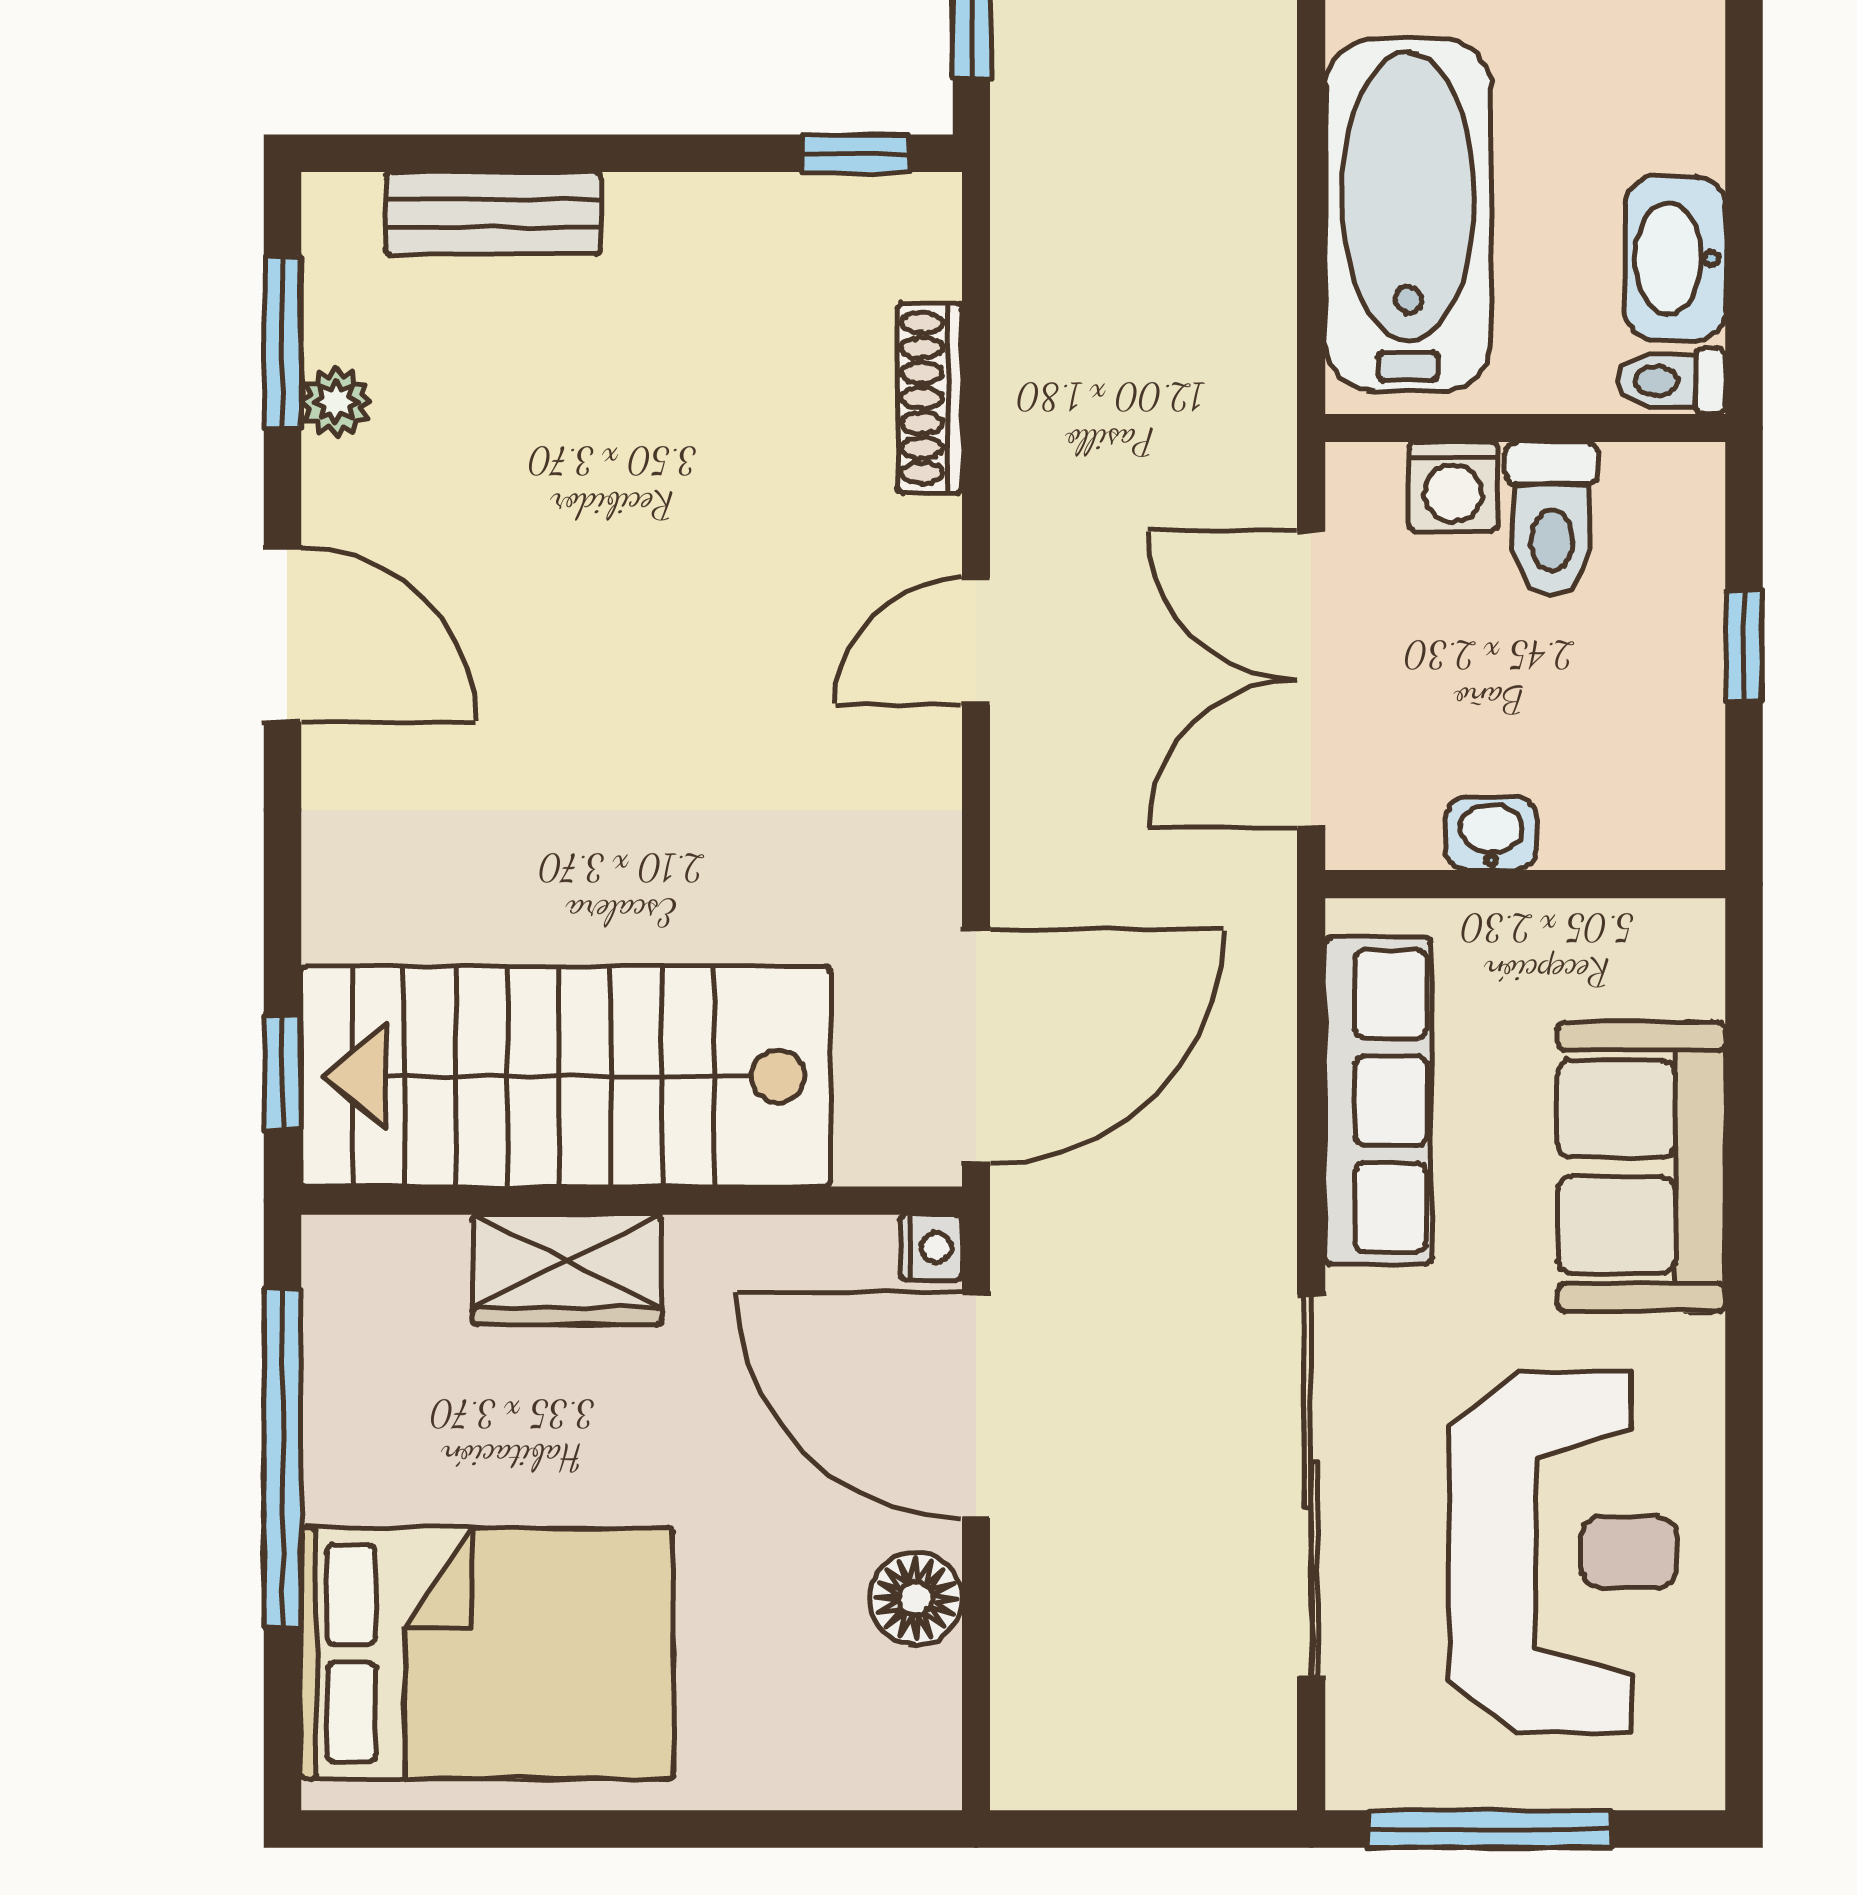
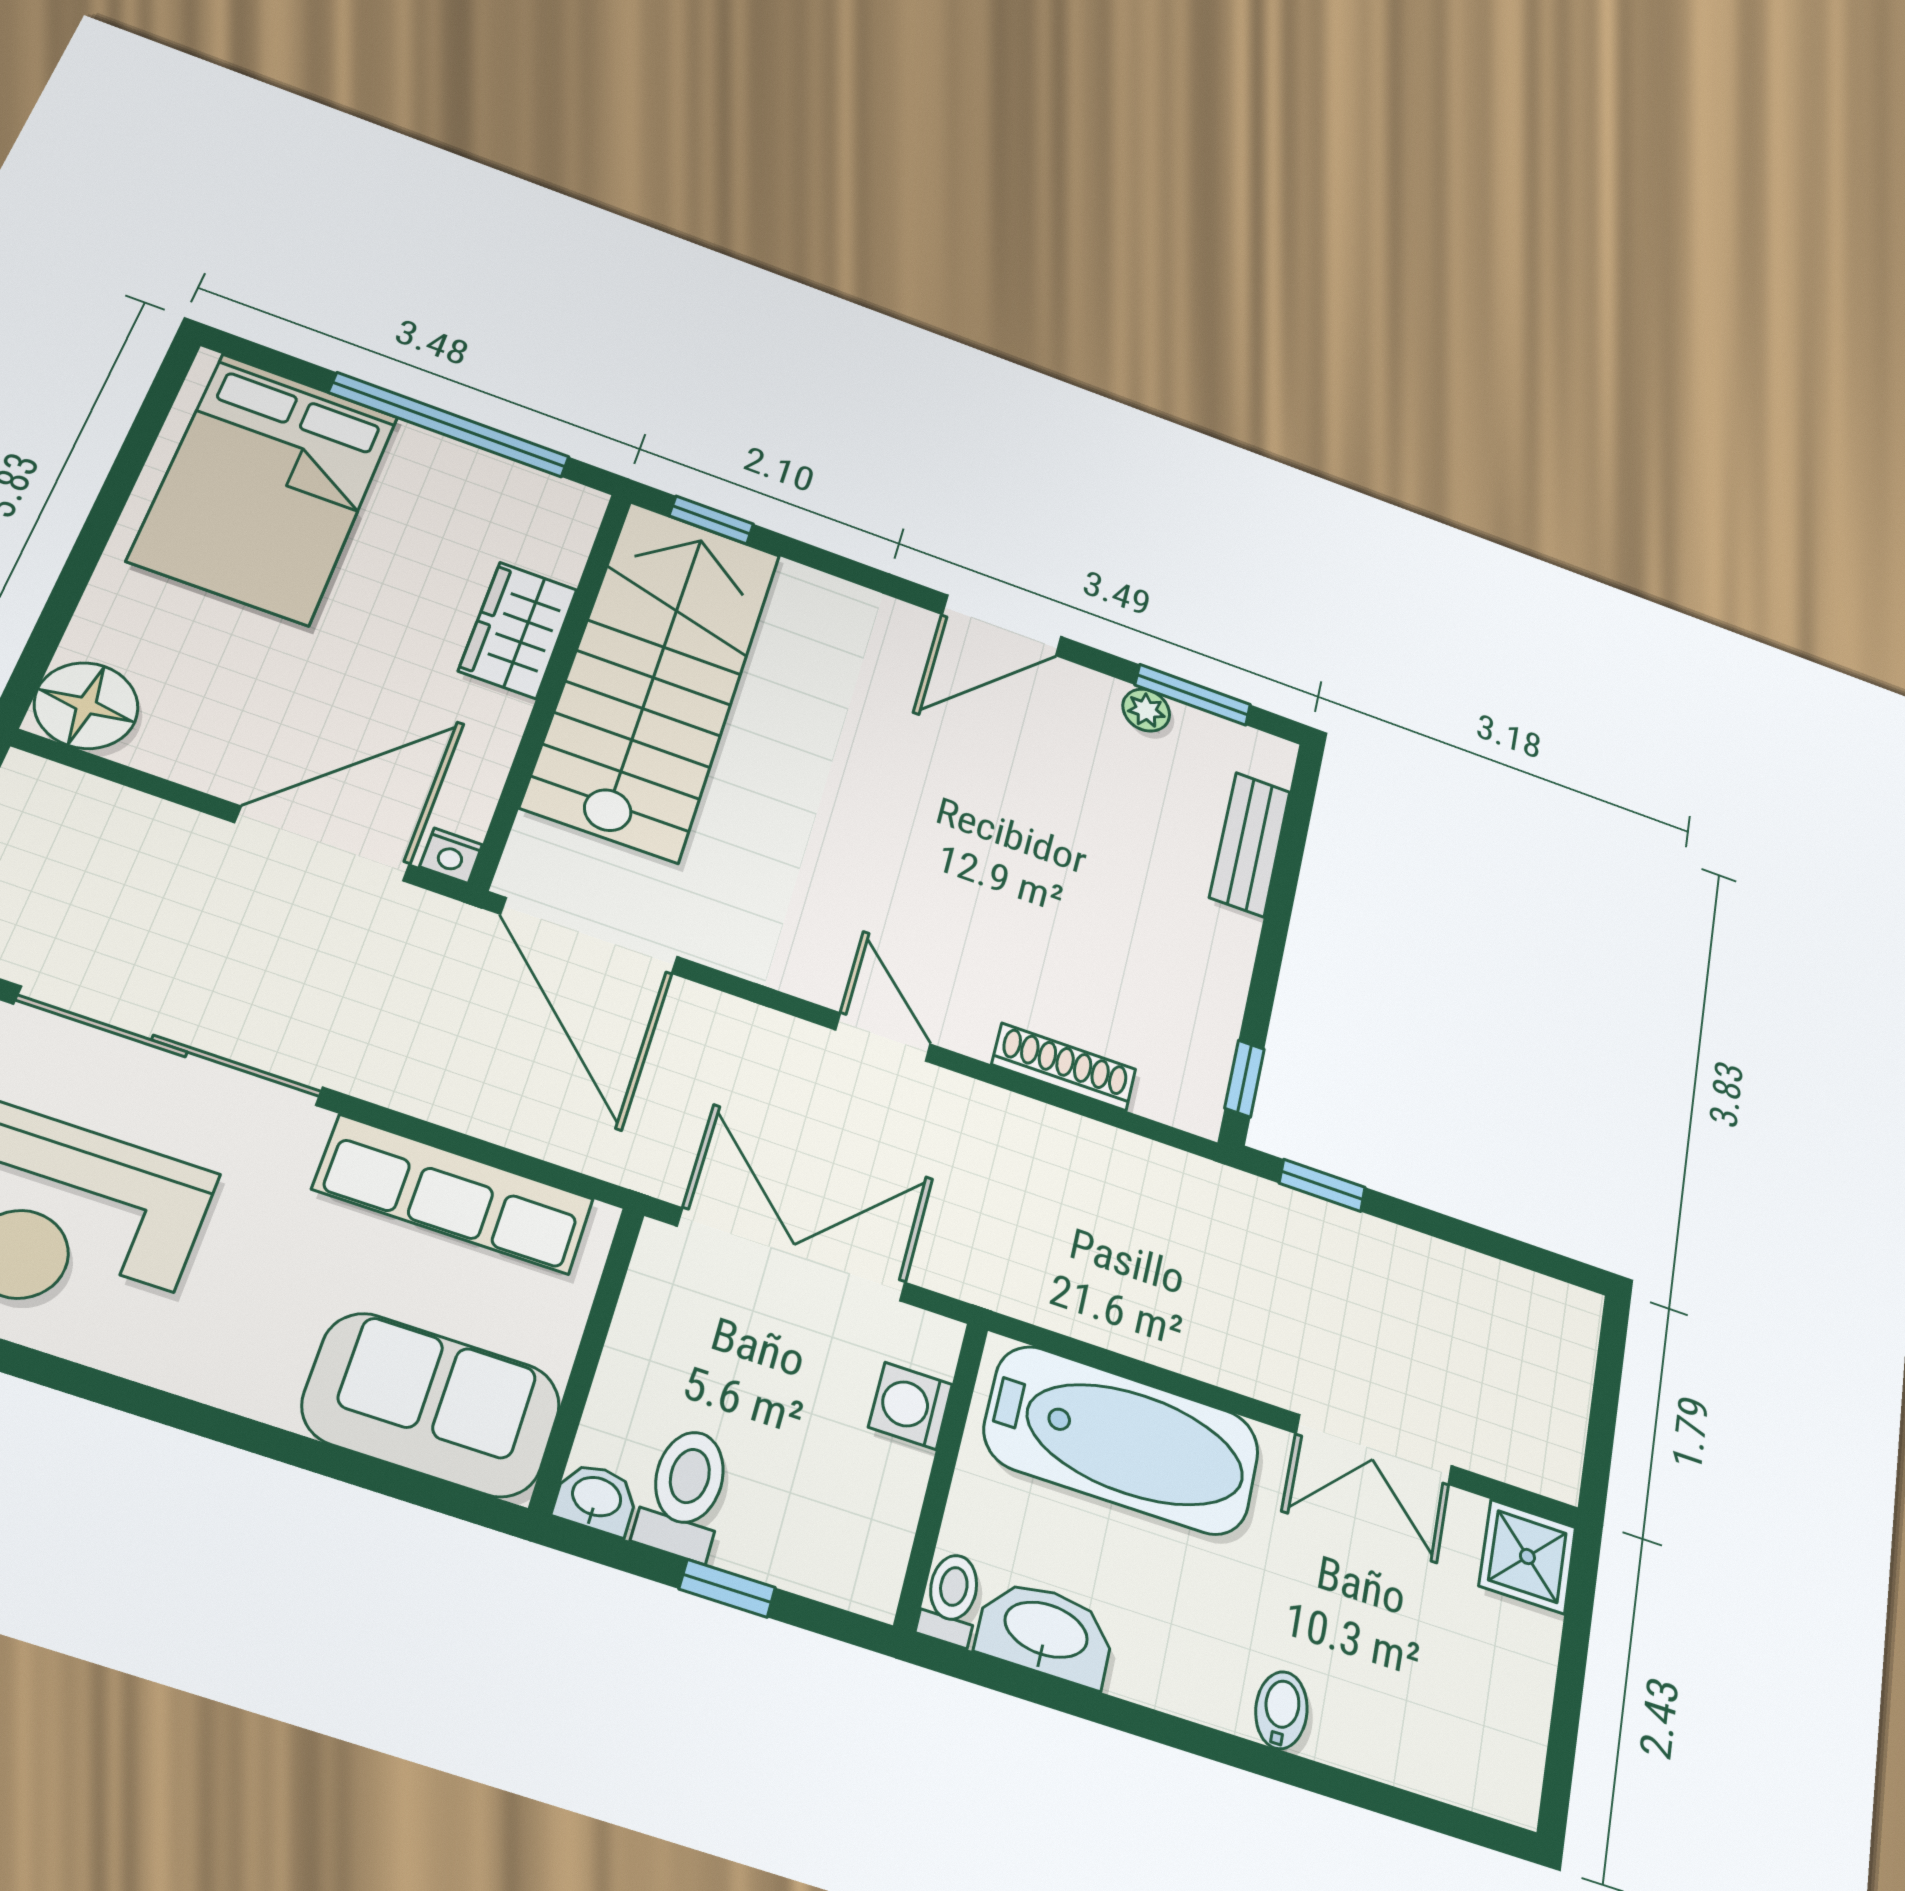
toilet: (1552, 519) -> (685, 1493), moved, turned 90
washbasin: (1491, 833) -> (596, 1498), moved, turned -90
sofa: (1641, 1167) -> (432, 1405), moved
floor lamp: (916, 1598) -> (86, 706), moved, width x1.38, depth x1.38

